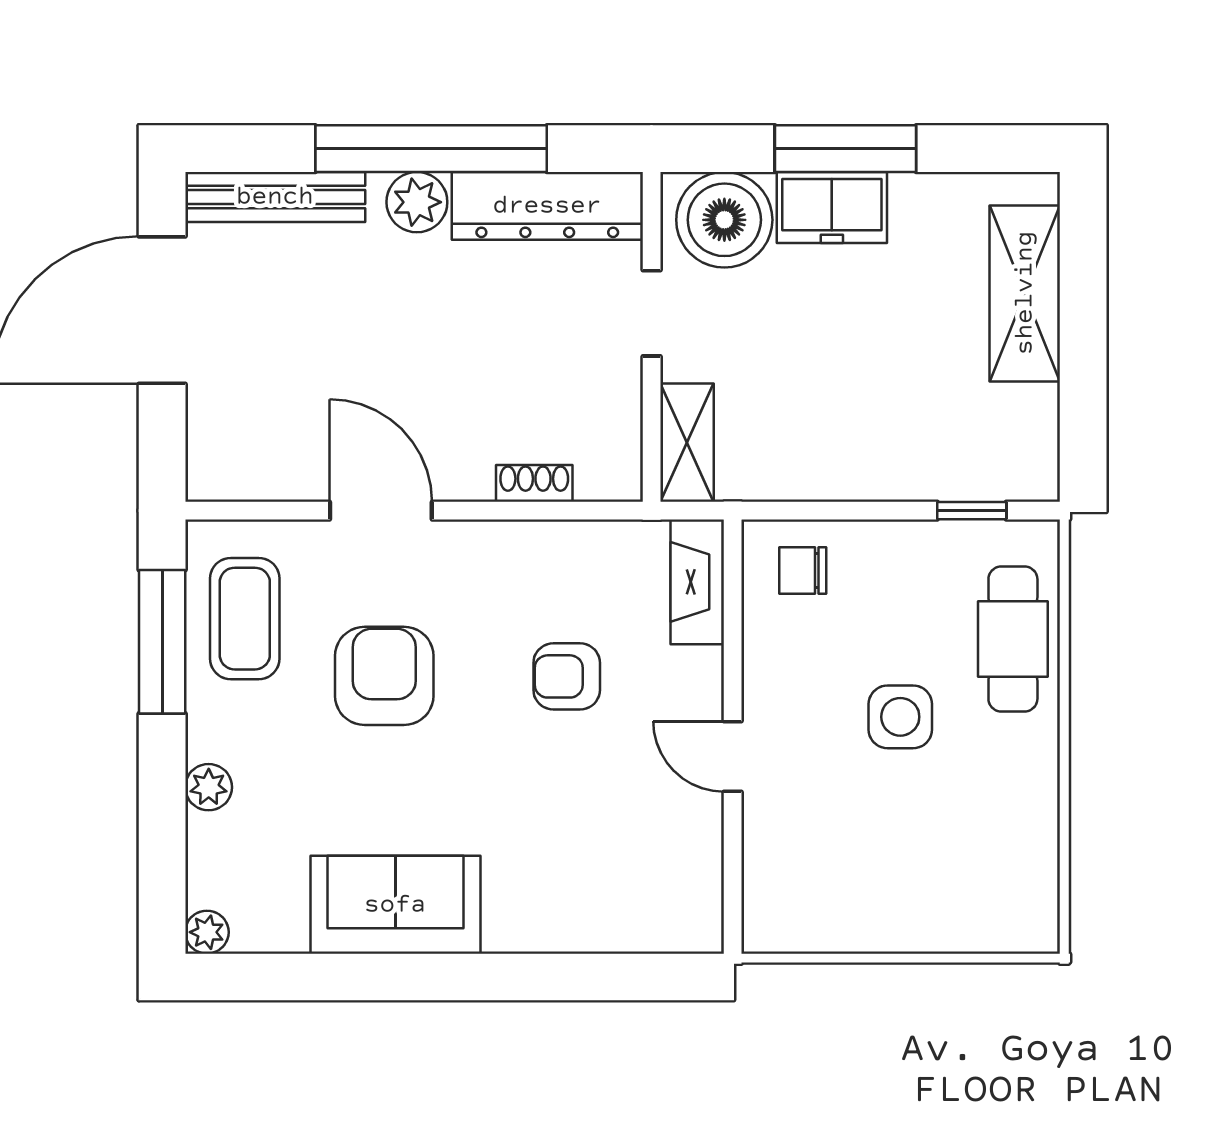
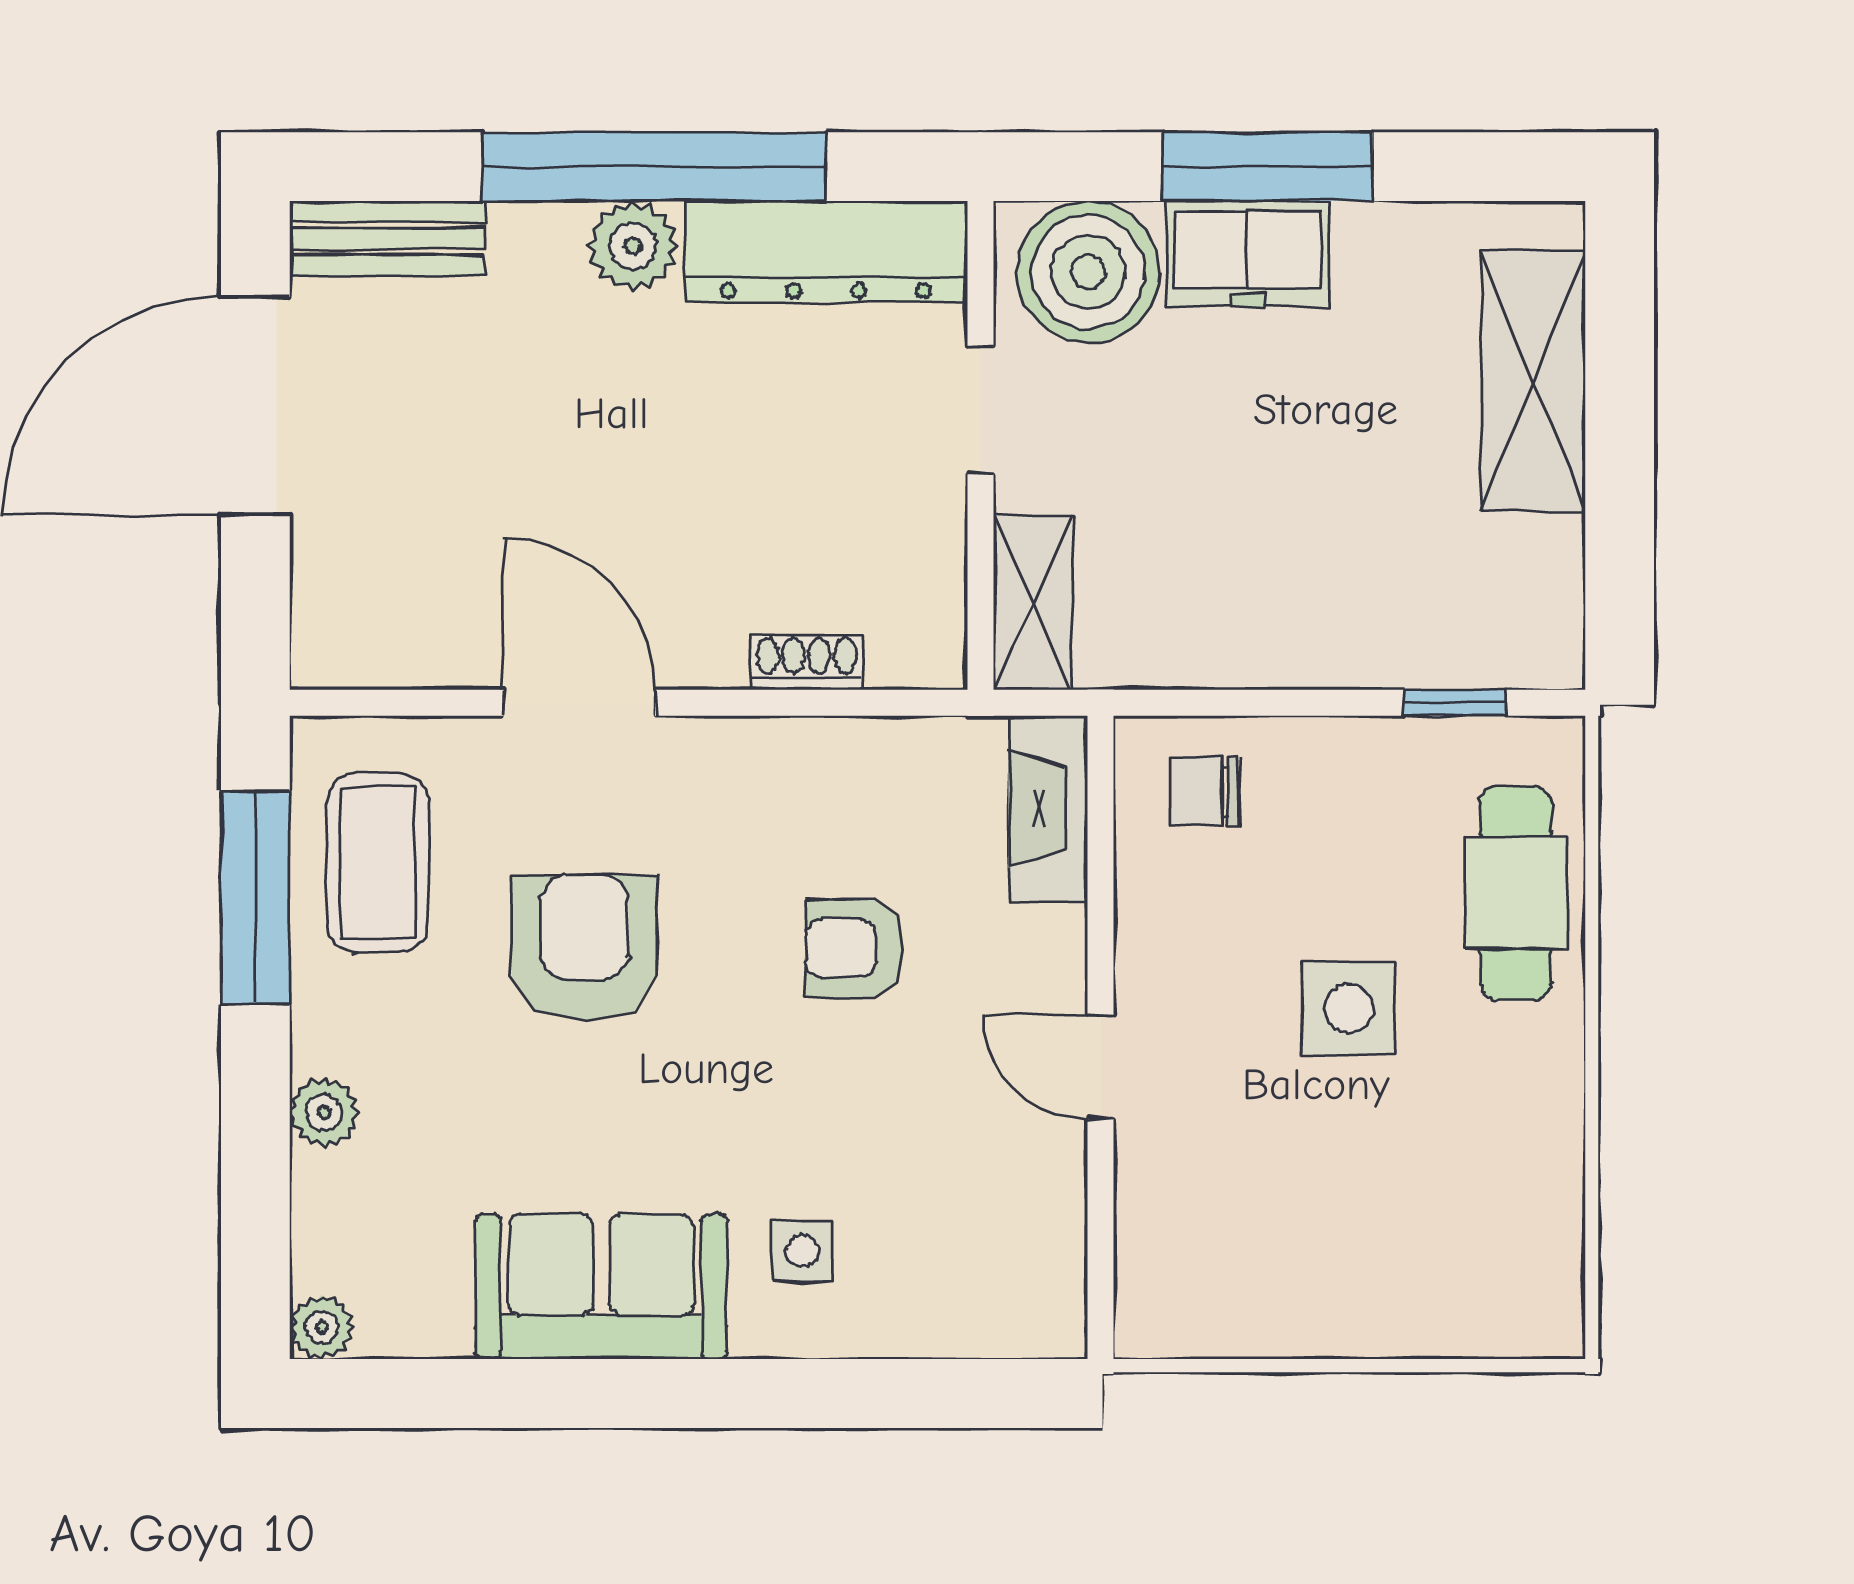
bench: (275, 197) -> (387, 238), width x0.73
side table: (531, 881) -> (802, 1251), added

